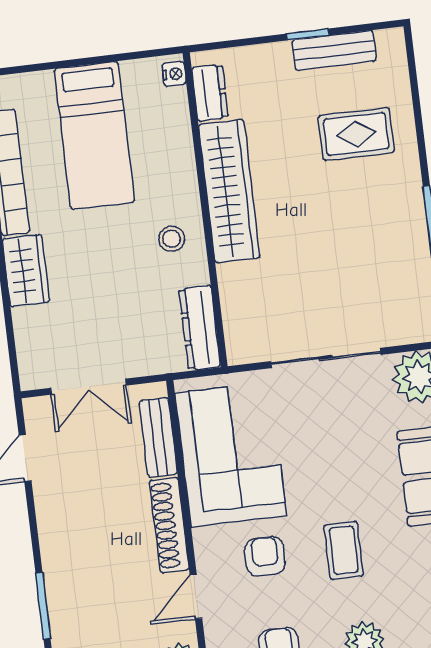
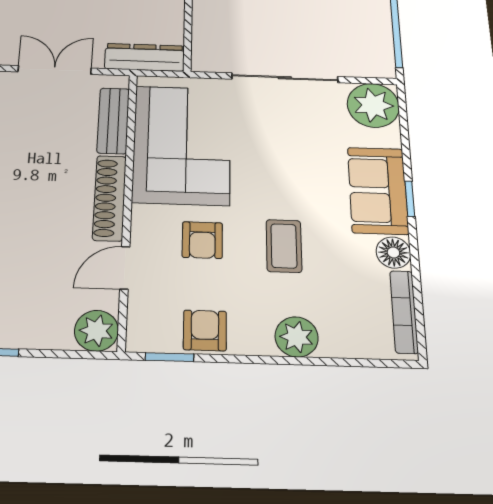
dresser: (200, 328) -> (145, 57), moved, turned 90
double door: (88, 387) -> (55, 70), swing flipped
armchair: (265, 556) -> (202, 240), turned 180

